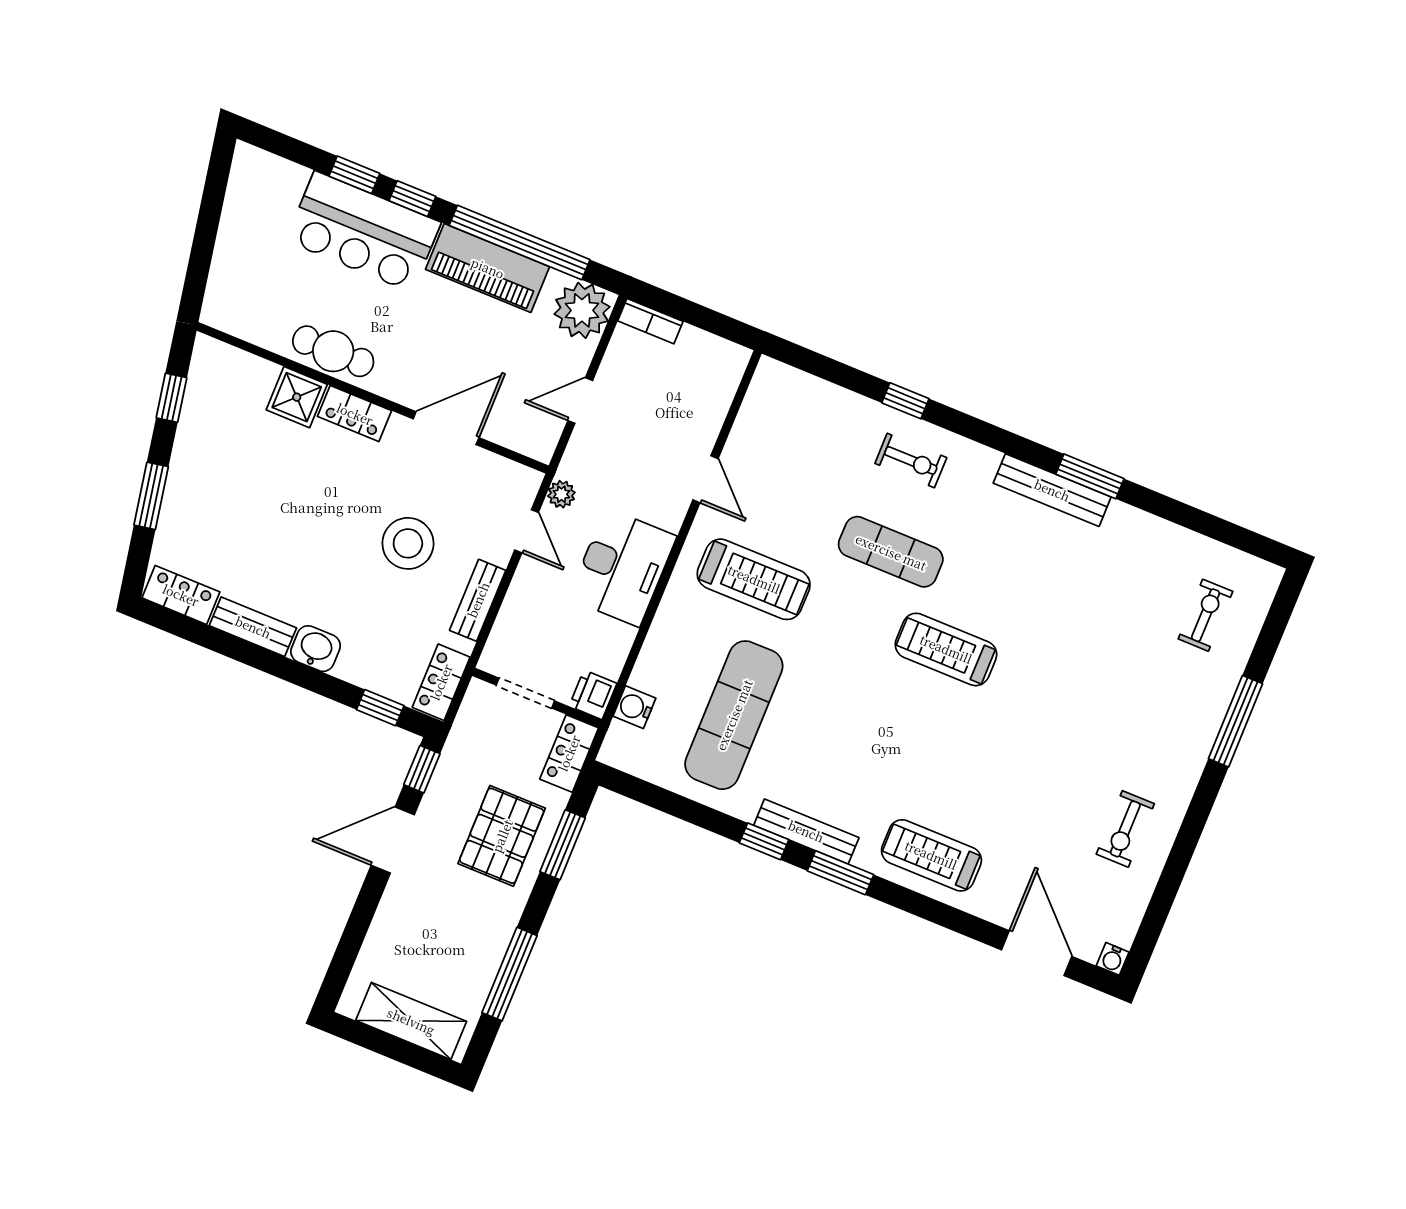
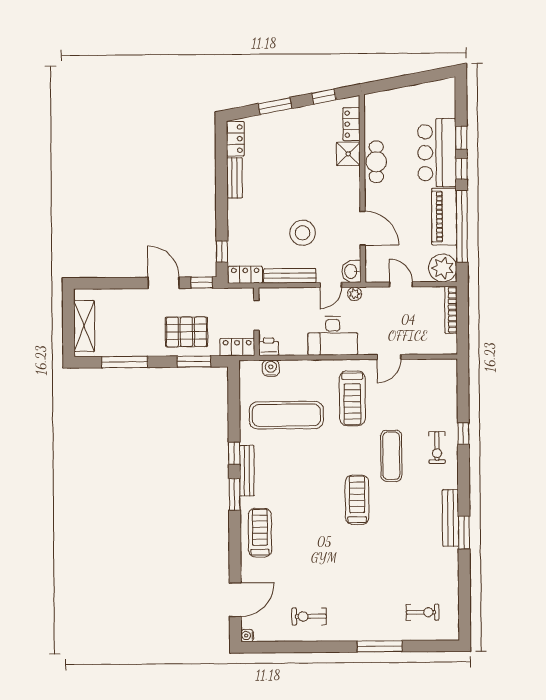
bookcase: (650, 321) -> (451, 310), width x1.56
locker: (355, 414) -> (351, 124), moved
bench: (478, 600) -> (290, 276), width x1.36
washbasin: (316, 649) -> (351, 271), moved, turned 180

